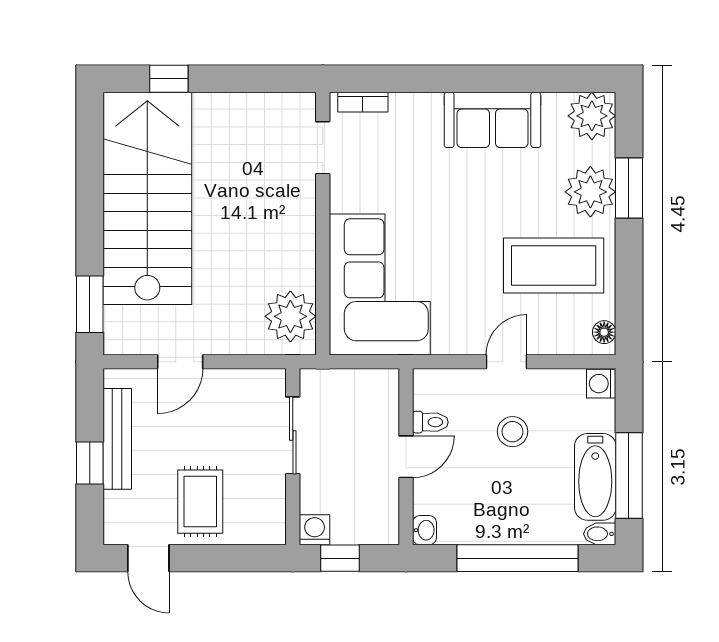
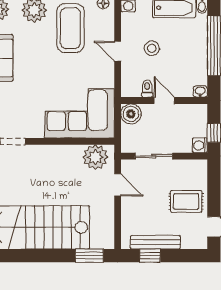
door: (180, 362) -> (118, 185), moved
boiler: (379, 389) -> (131, 114), added
window: (90, 463) -> (150, 256), moved

